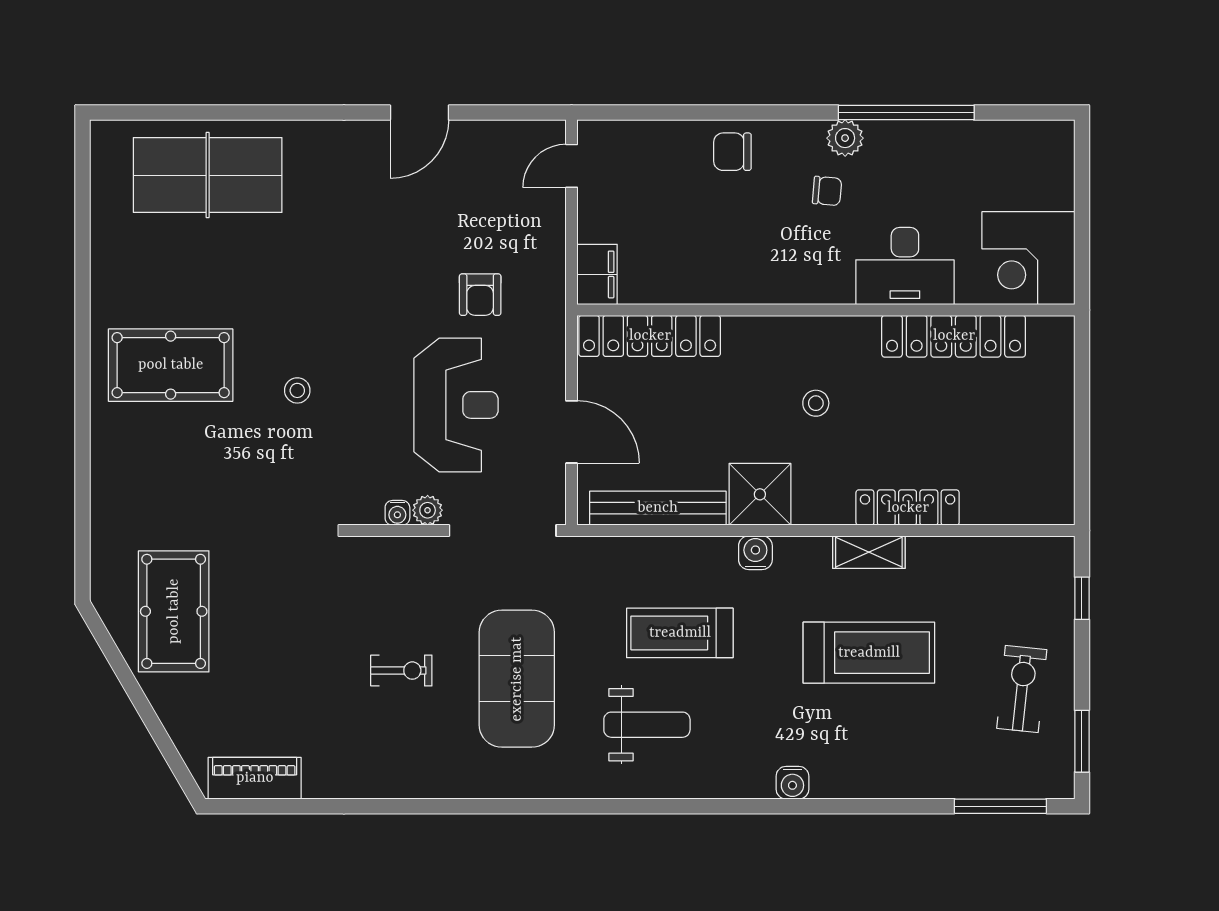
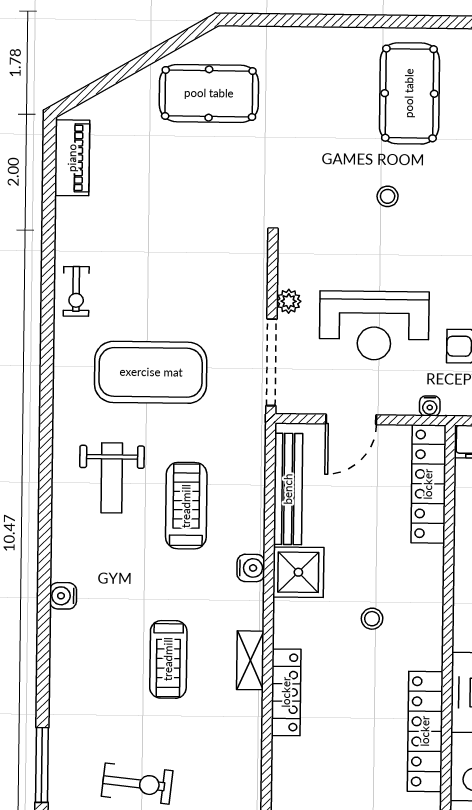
water cooler: (397, 513) -> (430, 406), moved, turned -90
treadmill: (869, 653) -> (168, 659), width x0.73, depth x0.73
exercise bike: (401, 671) -> (76, 291), moved

